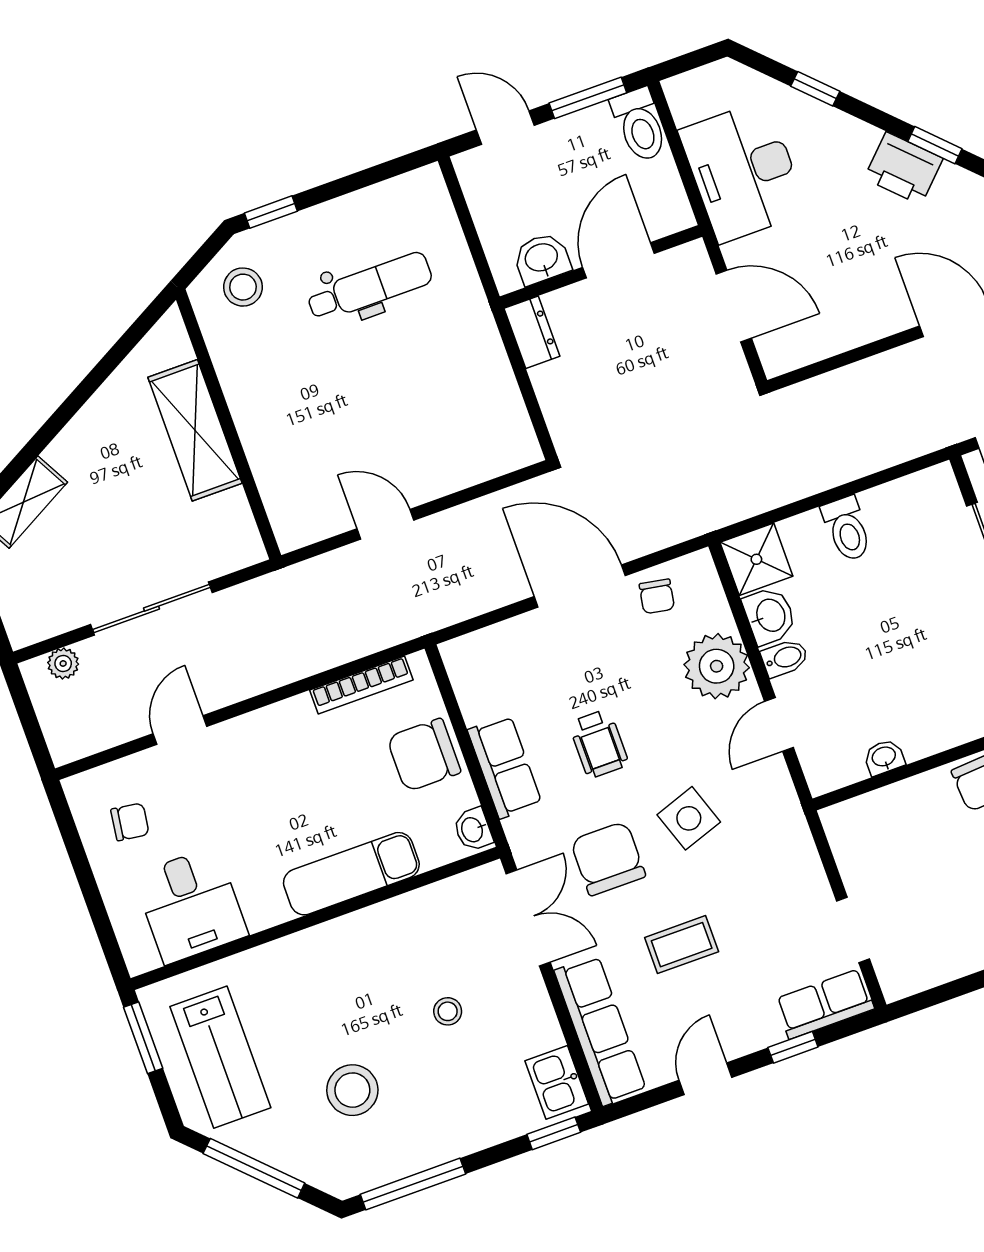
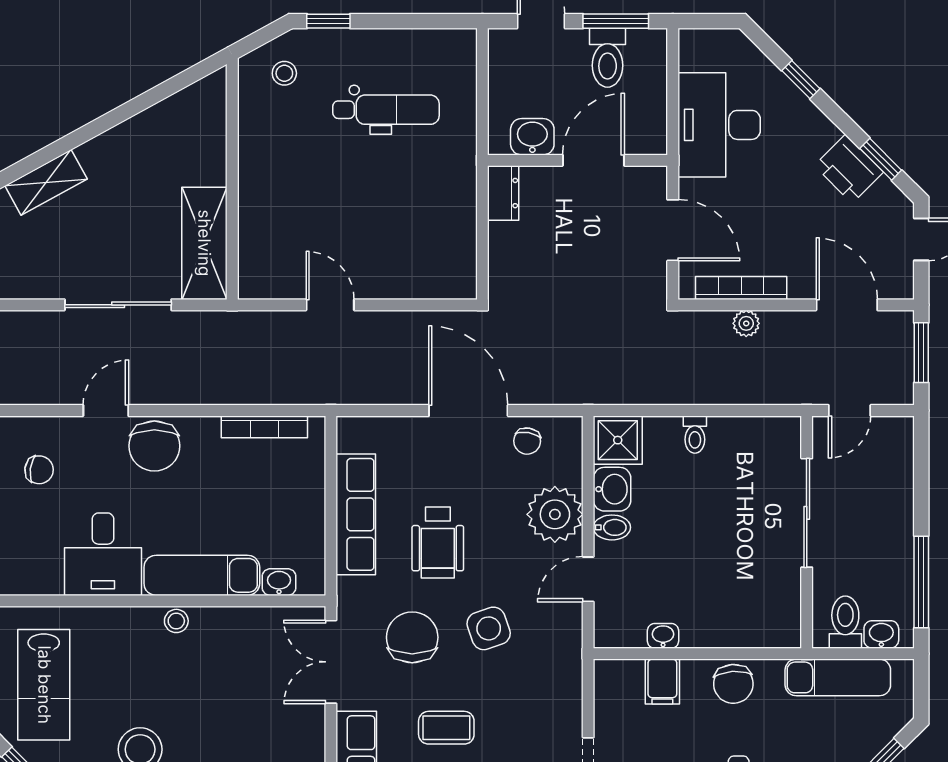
toilet: (640, 125) -> (608, 58), moved
stool: (243, 287) -> (284, 73), width x0.73, depth x0.73
bookcase: (832, 342) -> (741, 288), added
shelving: (195, 430) -> (204, 243), moved
toilet: (847, 529) -> (695, 435), width x0.73, depth x0.72
plant: (63, 663) -> (746, 323), moved
wheelchair: (599, 744) -> (438, 543), width x1.36, depth x1.37
chair: (424, 755) -> (154, 446), moved, turned -90
row of seats: (505, 767) -> (356, 514), width x1.48
filing cabinet: (901, 808) -> (662, 682), added
washbasin: (473, 829) -> (279, 582), moved, turned 90
desk: (191, 905) -> (103, 554), moved
double door: (528, 918) -> (331, 662), swing flipped
stool: (448, 1011) -> (176, 621), moved

